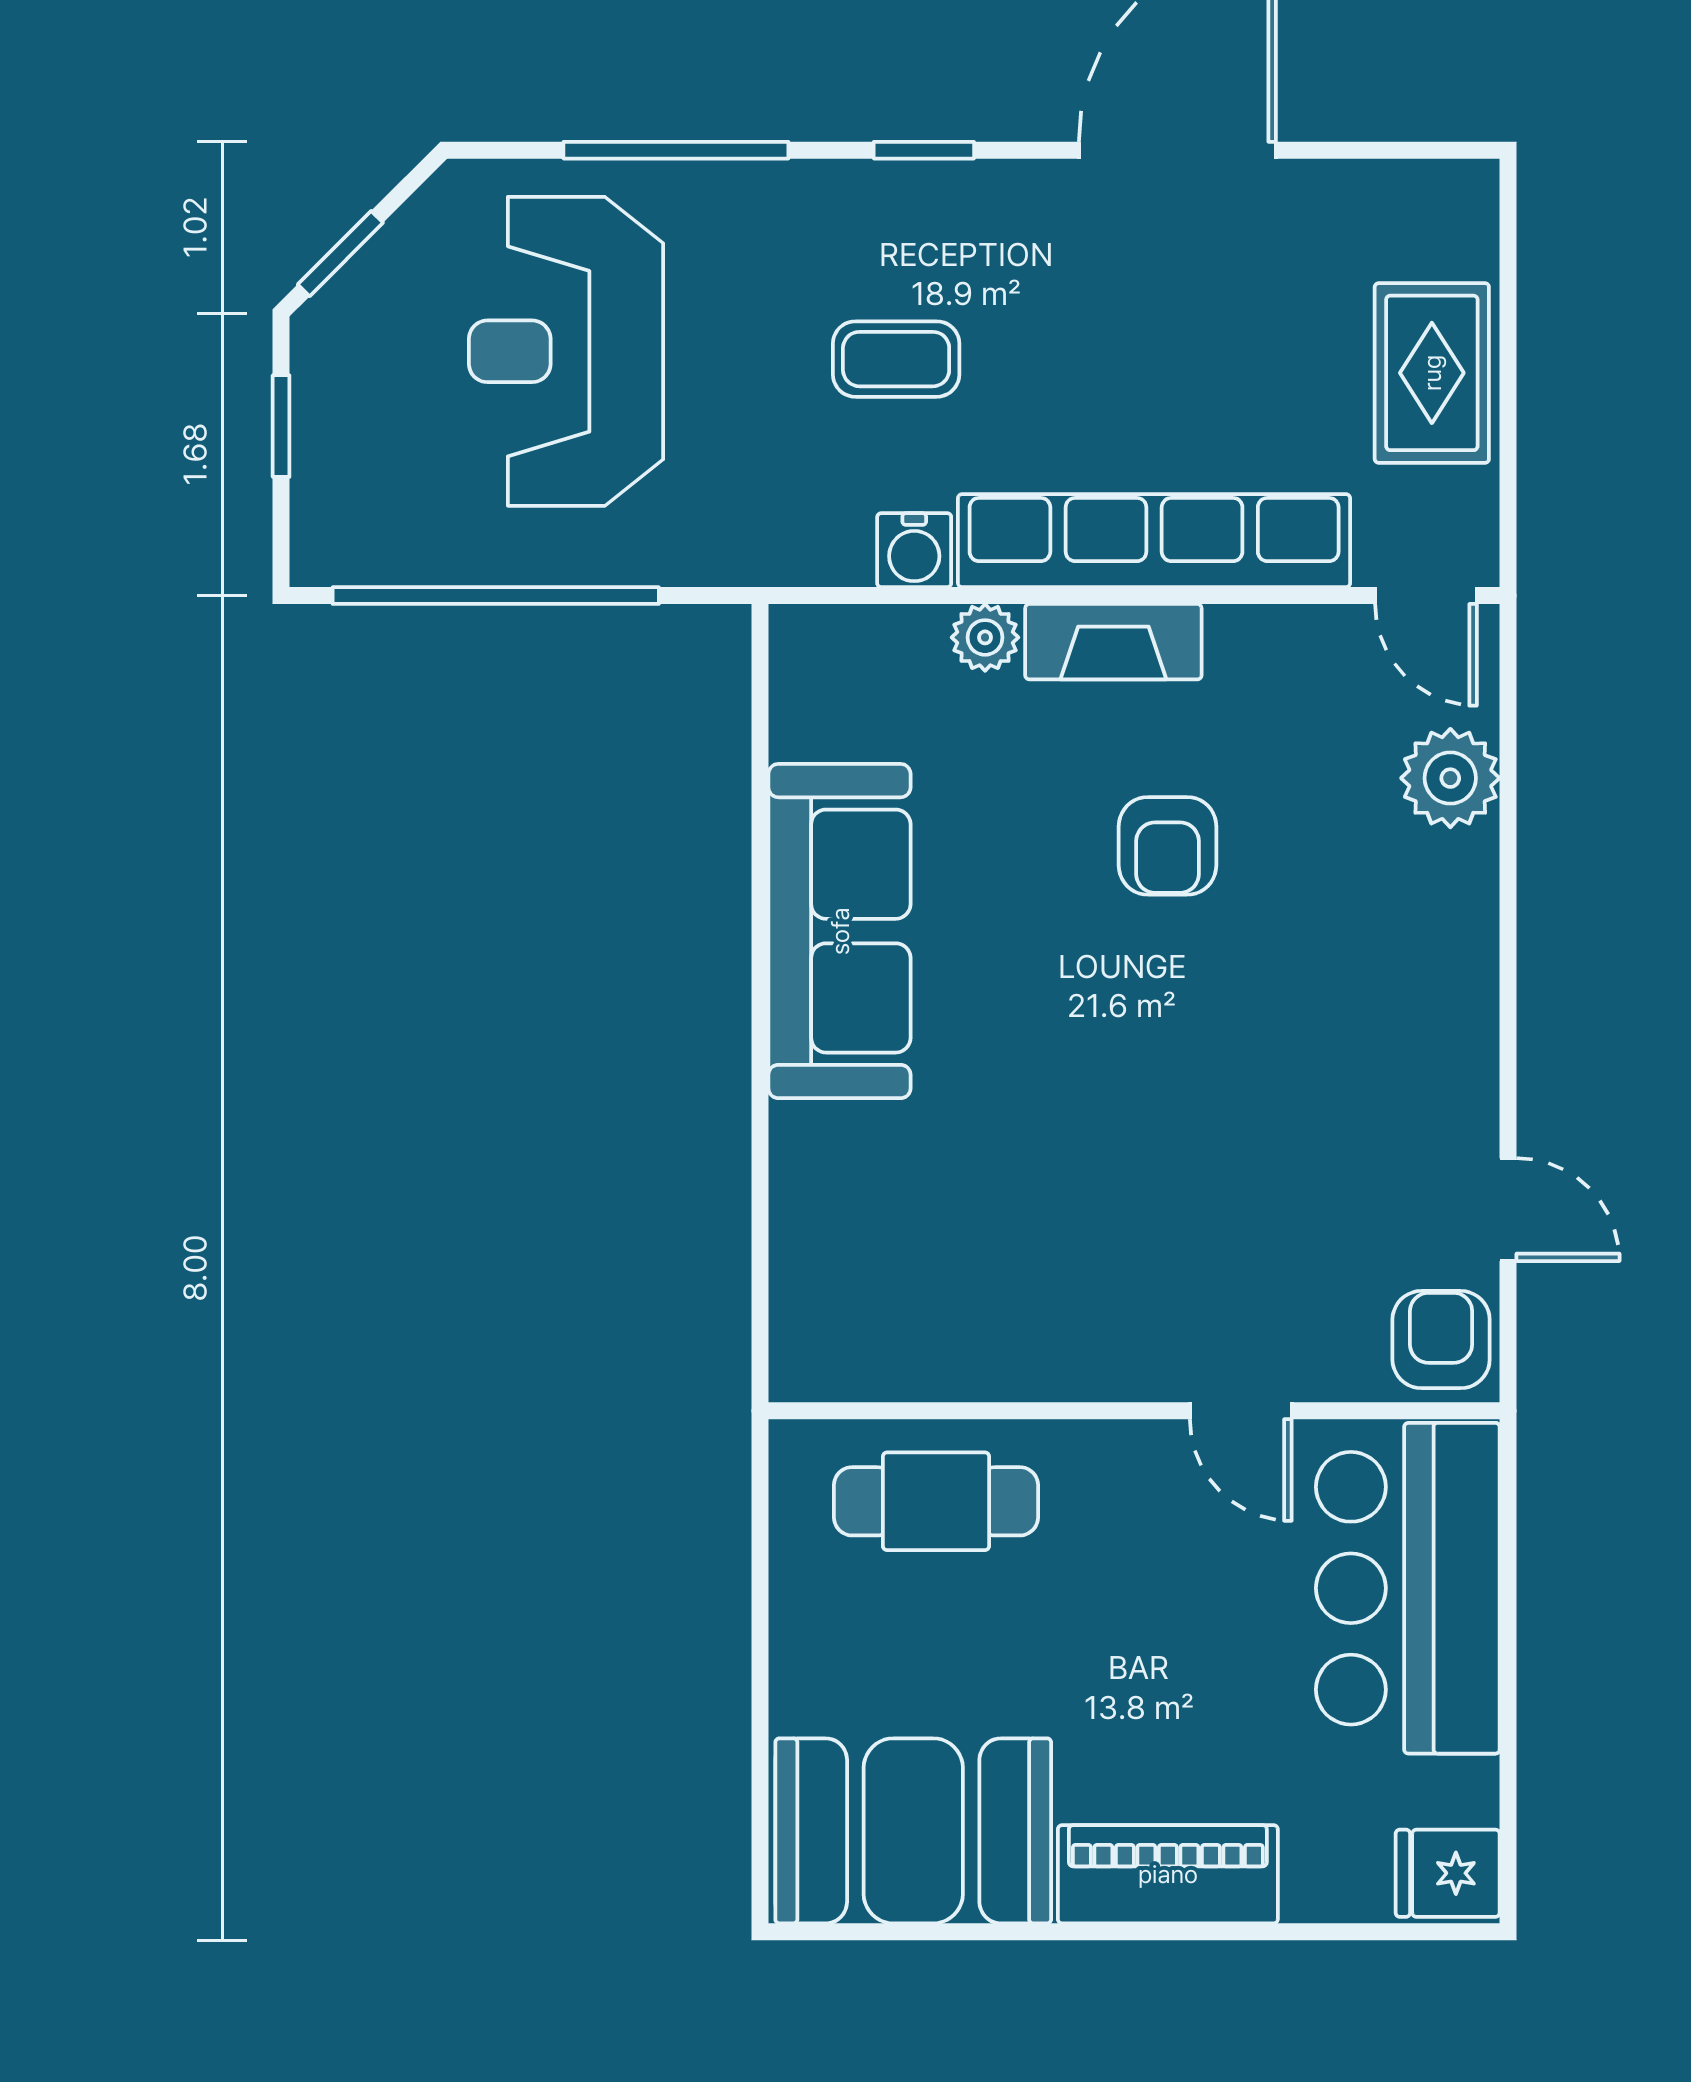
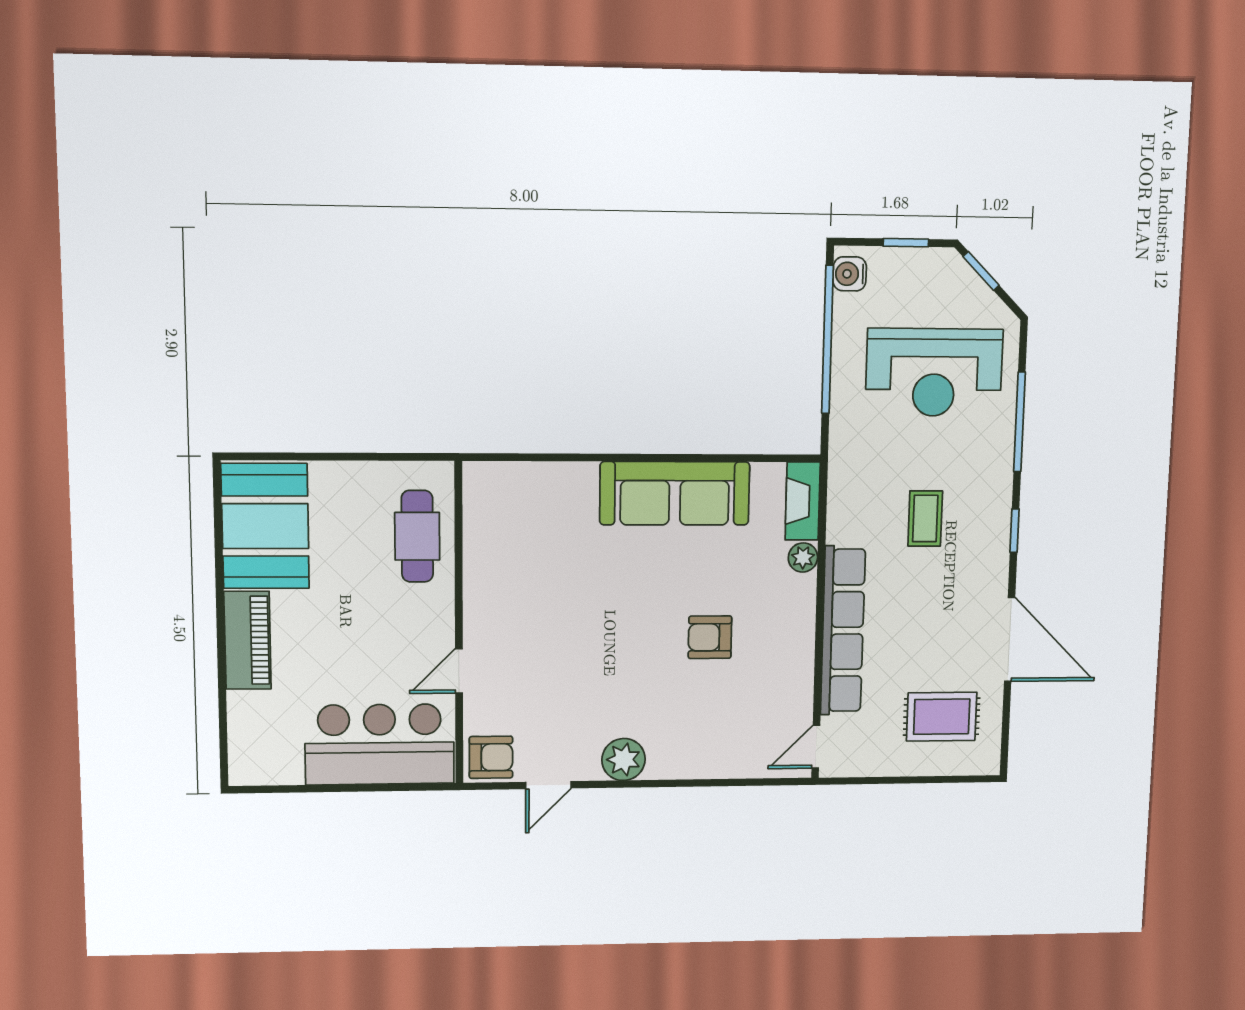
reception desk: (566, 351) -> (934, 372), turned 180
rug: (1432, 373) -> (942, 717), moved
water cooler: (914, 550) -> (850, 274), moved
fireplace: (1113, 642) -> (803, 501), moved
plant: (1450, 778) -> (624, 760), moved
fridge: (1448, 1873) -> (251, 763), removed

